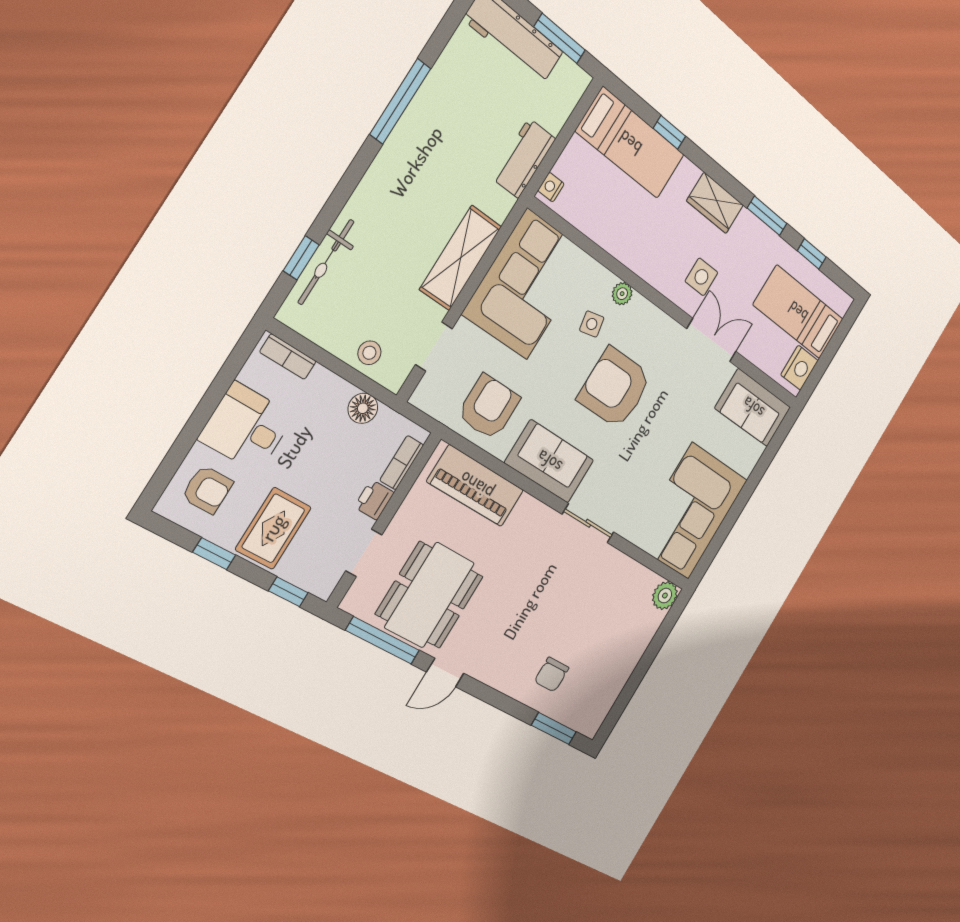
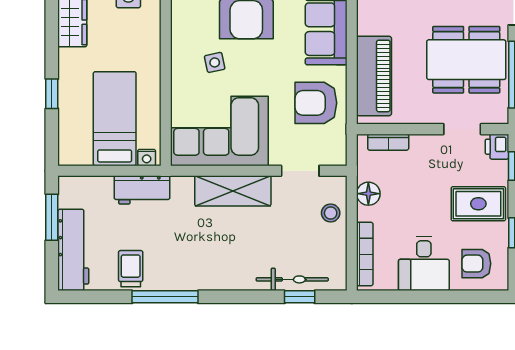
trolley: (454, 85) -> (131, 269), added
bed: (630, 143) -> (115, 119), moved
plant: (622, 294) -> (180, 53), removed
bookcase: (288, 357) -> (365, 254), width x1.56
armchair: (207, 490) -> (476, 264), turned -90
printer: (374, 500) -> (497, 147), moved, turned 90

